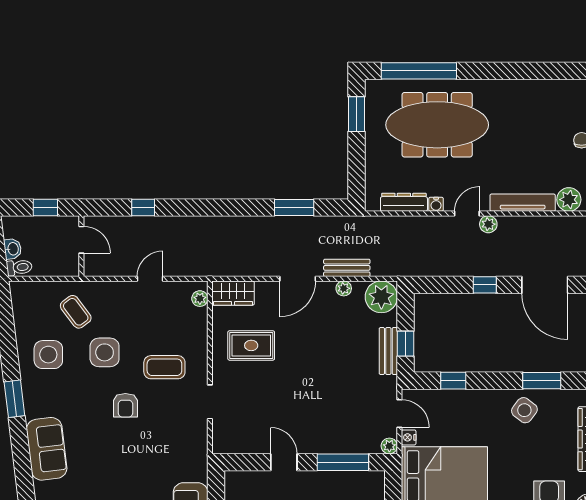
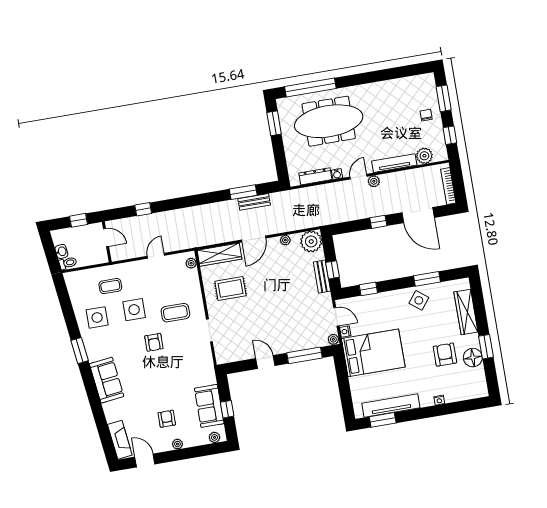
bench: (347, 268) -> (254, 202), moved
wardrobe: (233, 293) -> (219, 255), width x1.50
coffee table: (76, 312) -> (110, 286), turned -53

